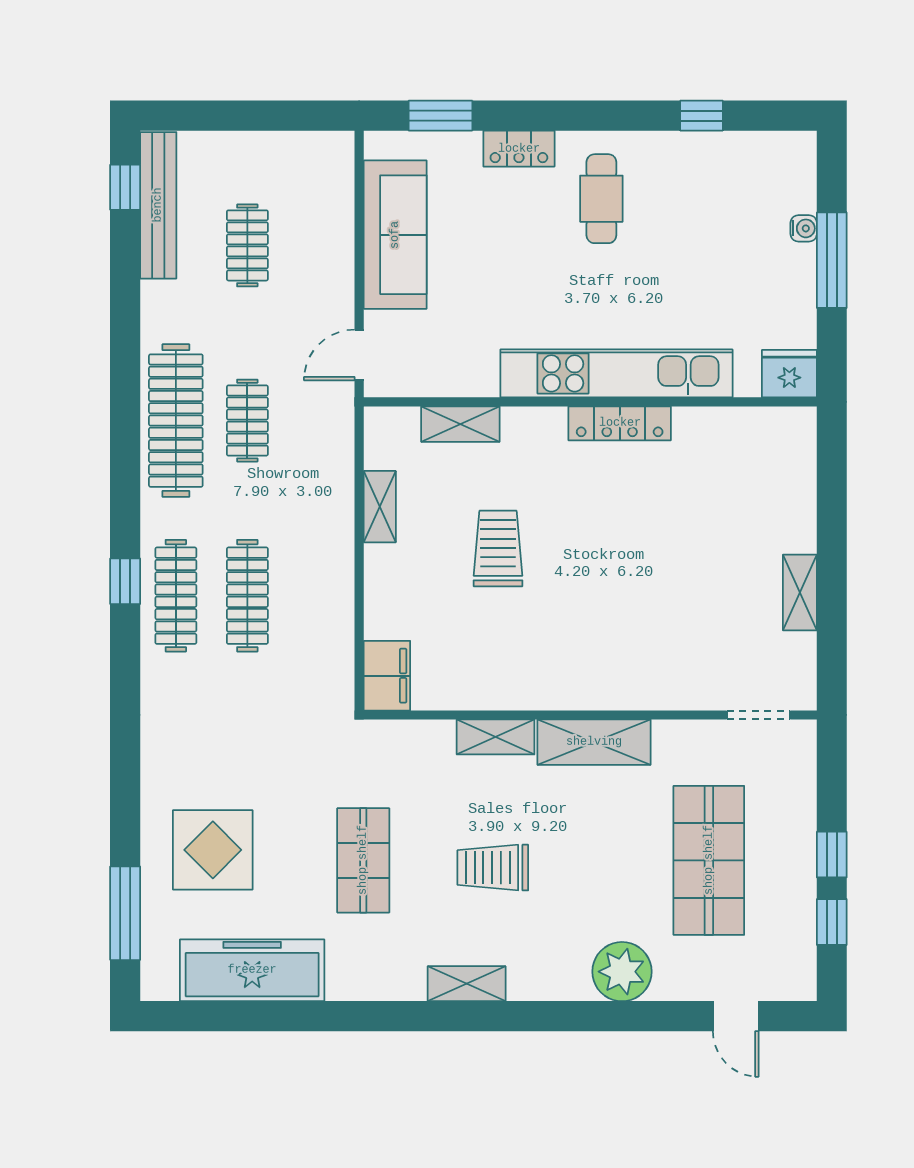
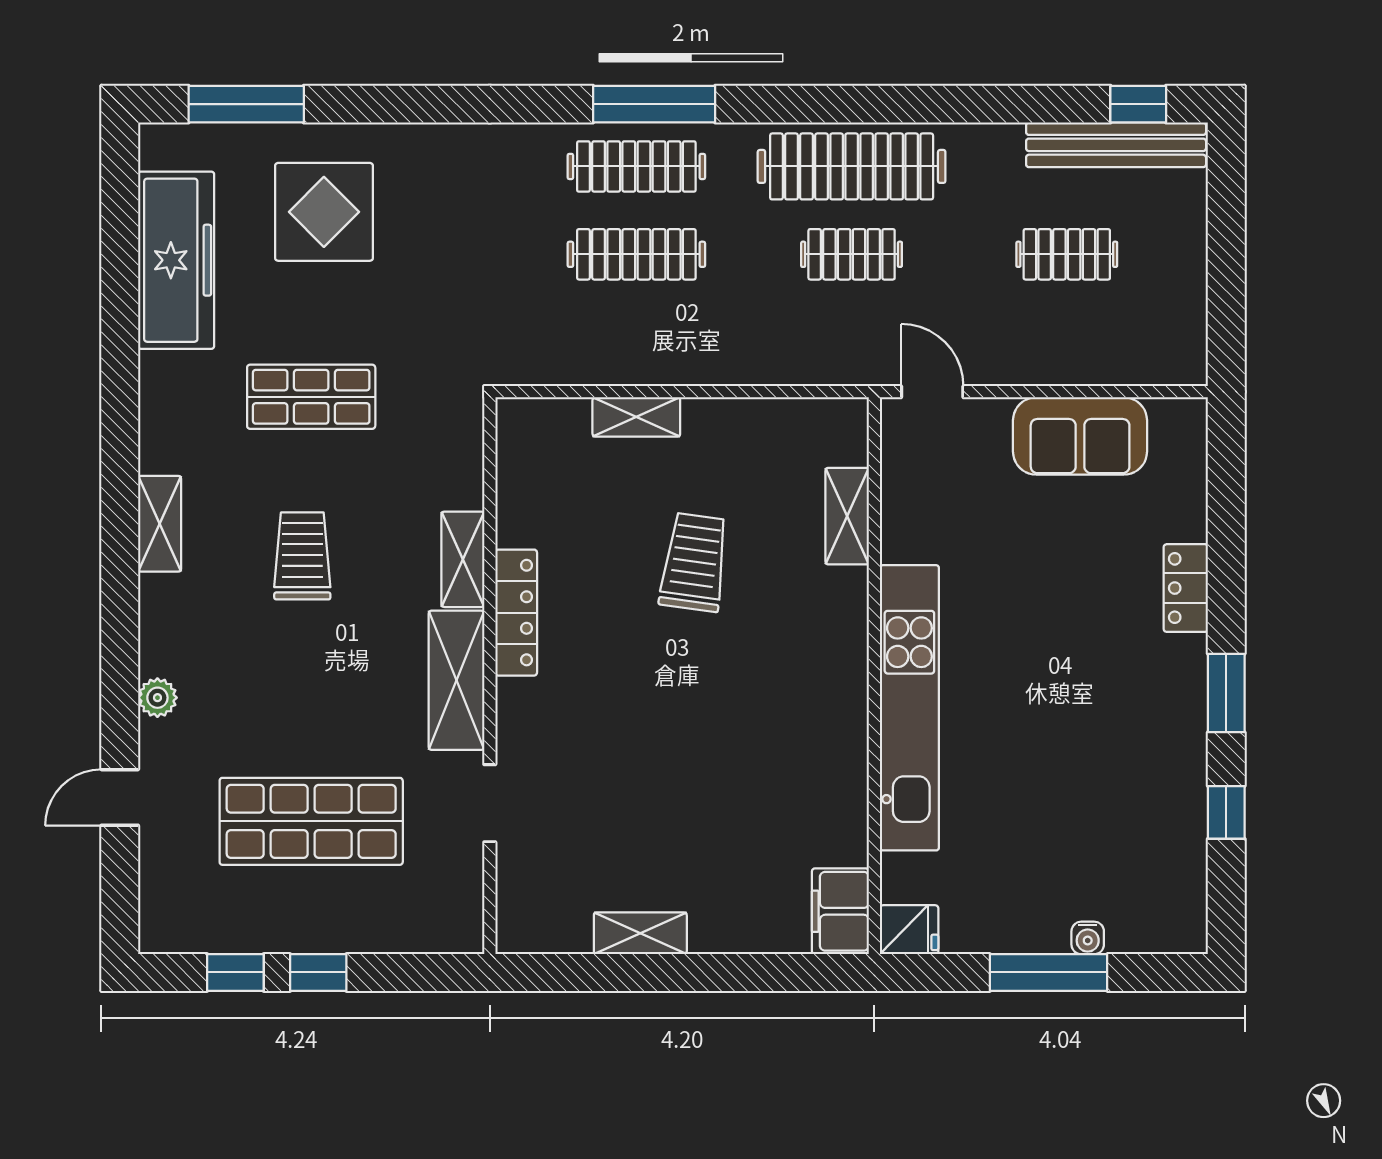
window: (440, 116) -> (1226, 693), moved
cafe table: (601, 199) -> (1124, 689), removed
sofa: (395, 235) -> (1080, 436), width x0.73
fridge: (789, 374) -> (909, 930), width x0.72
locker: (620, 423) -> (516, 613), moved, turned 180
shelving: (380, 507) -> (636, 417), moved
trolley: (498, 549) -> (694, 562), turned -82
window: (125, 581) -> (654, 104), width x2.17
filing cabinet: (387, 676) -> (840, 911), moved, turned 90
doorway: (758, 715) -> (490, 803), moved
plant: (622, 972) -> (157, 698), width x0.53, depth x0.53
door: (736, 1016) -> (120, 797), moved

